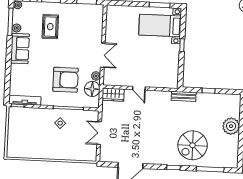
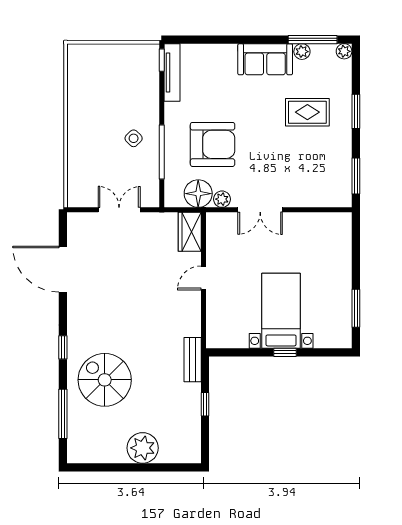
bed with nightstands: (160, 26) -> (281, 311), moved
armchair: (66, 80) -> (213, 144), turned -90

